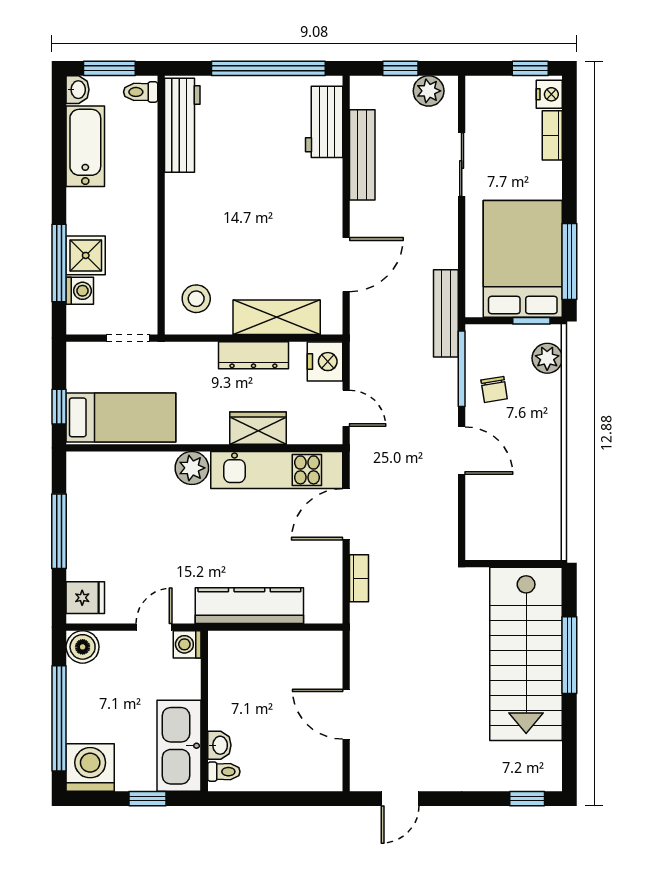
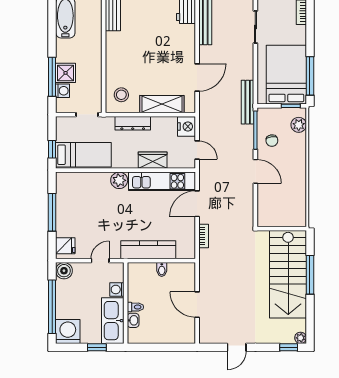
dresser: (253, 355) -> (133, 123), moved
washing machine: (187, 644) -> (117, 289), moved
bidet: (276, 645) -> (162, 269), added
toilet: (224, 772) -> (135, 307), moved
plant: (551, 780) -> (301, 338), added
door: (400, 799) -> (237, 347), moved

